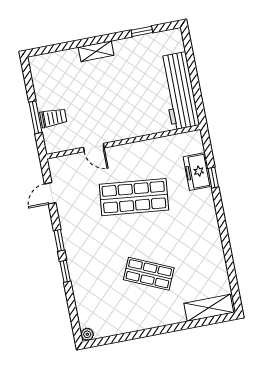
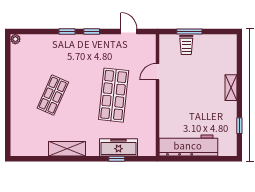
freezer: (197, 172) -> (119, 147), width x1.40
shelving: (209, 308) -> (67, 149), moved, turned 90

